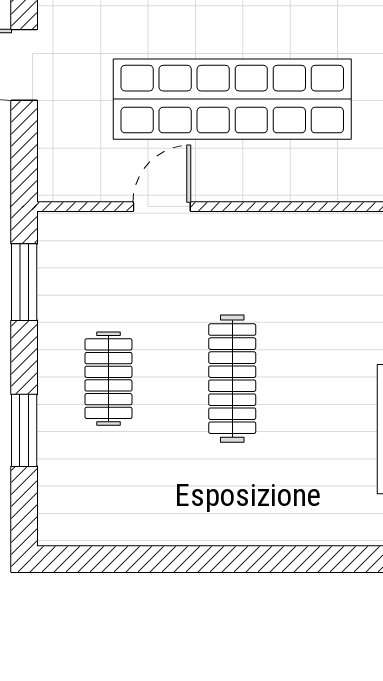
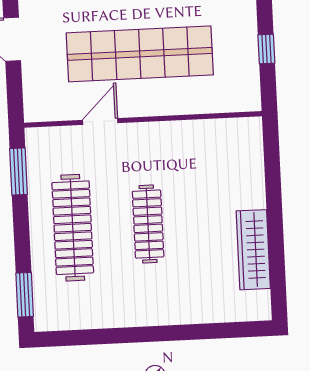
clothes rail: (108, 379) -> (73, 228), width x1.86, depth x1.31
window: (24, 430) -> (25, 295), moved

